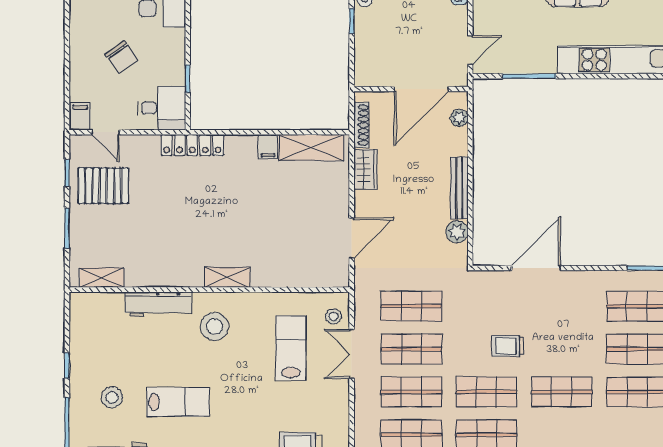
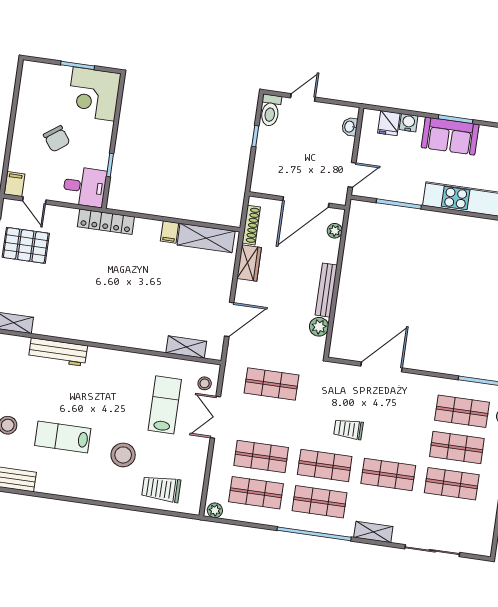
shelving: (227, 277) -> (186, 347), moved
stool: (214, 326) -> (123, 455), moved
shop shelf: (411, 349) -> (266, 420), removed
lab bench: (178, 402) -> (63, 437), turned 180

